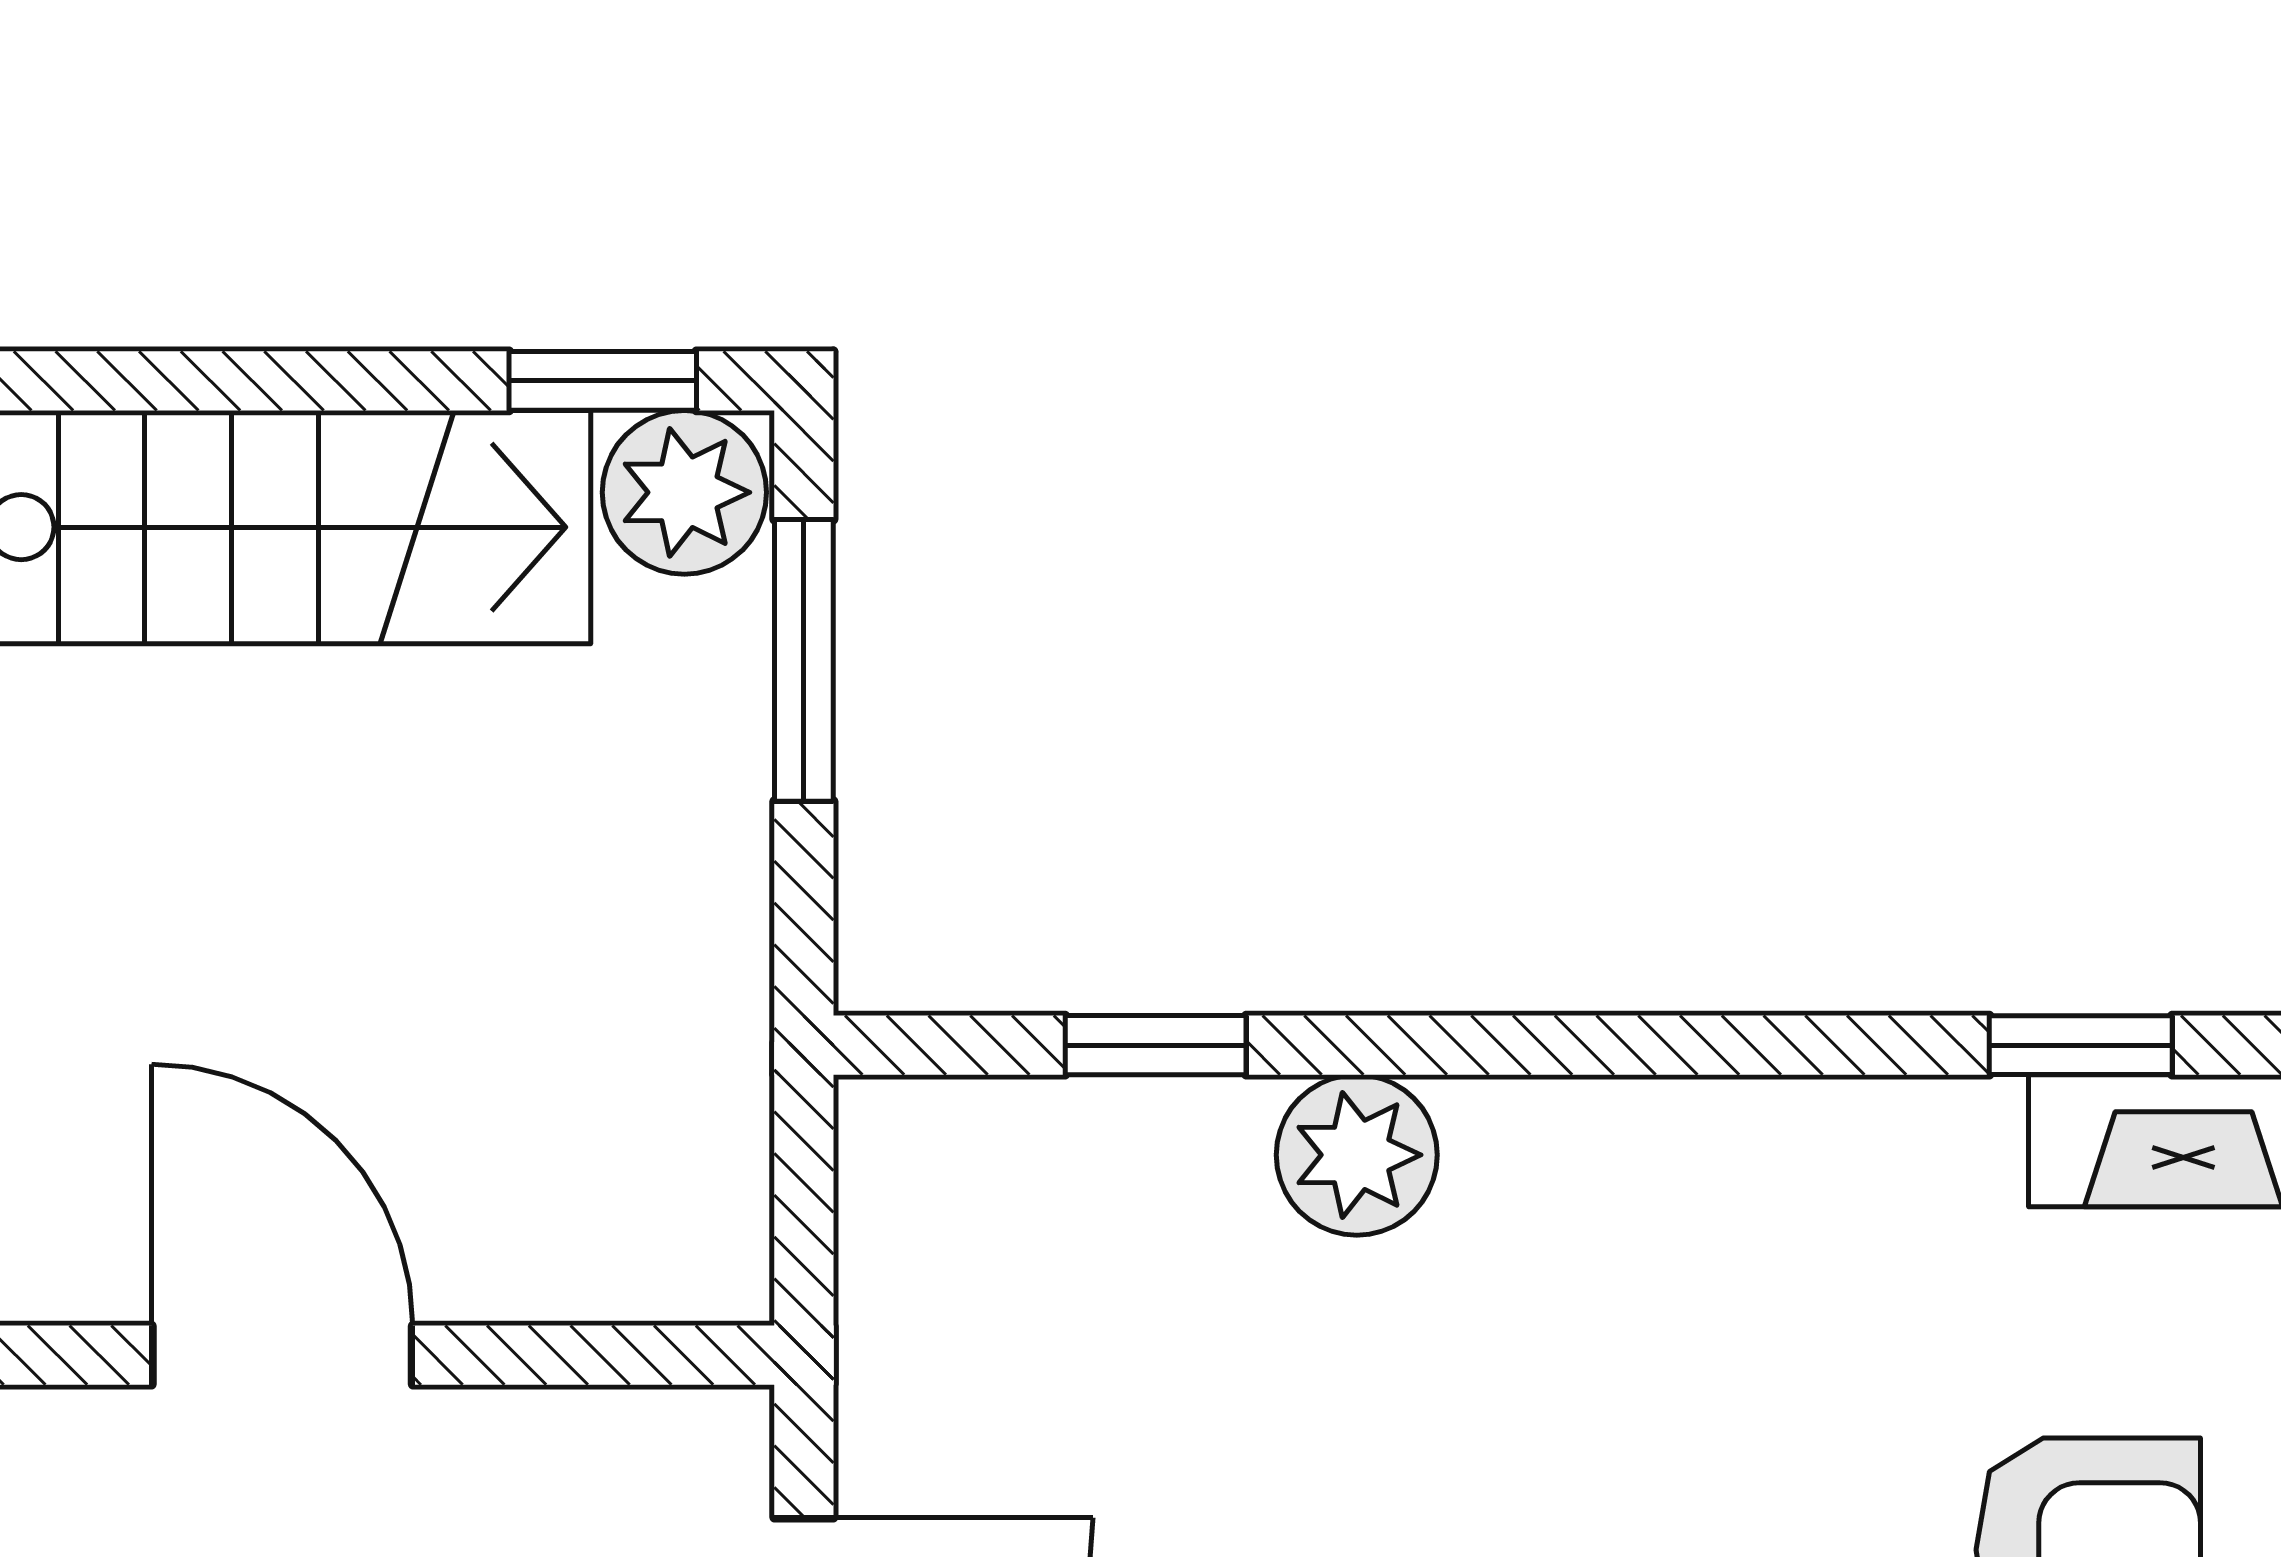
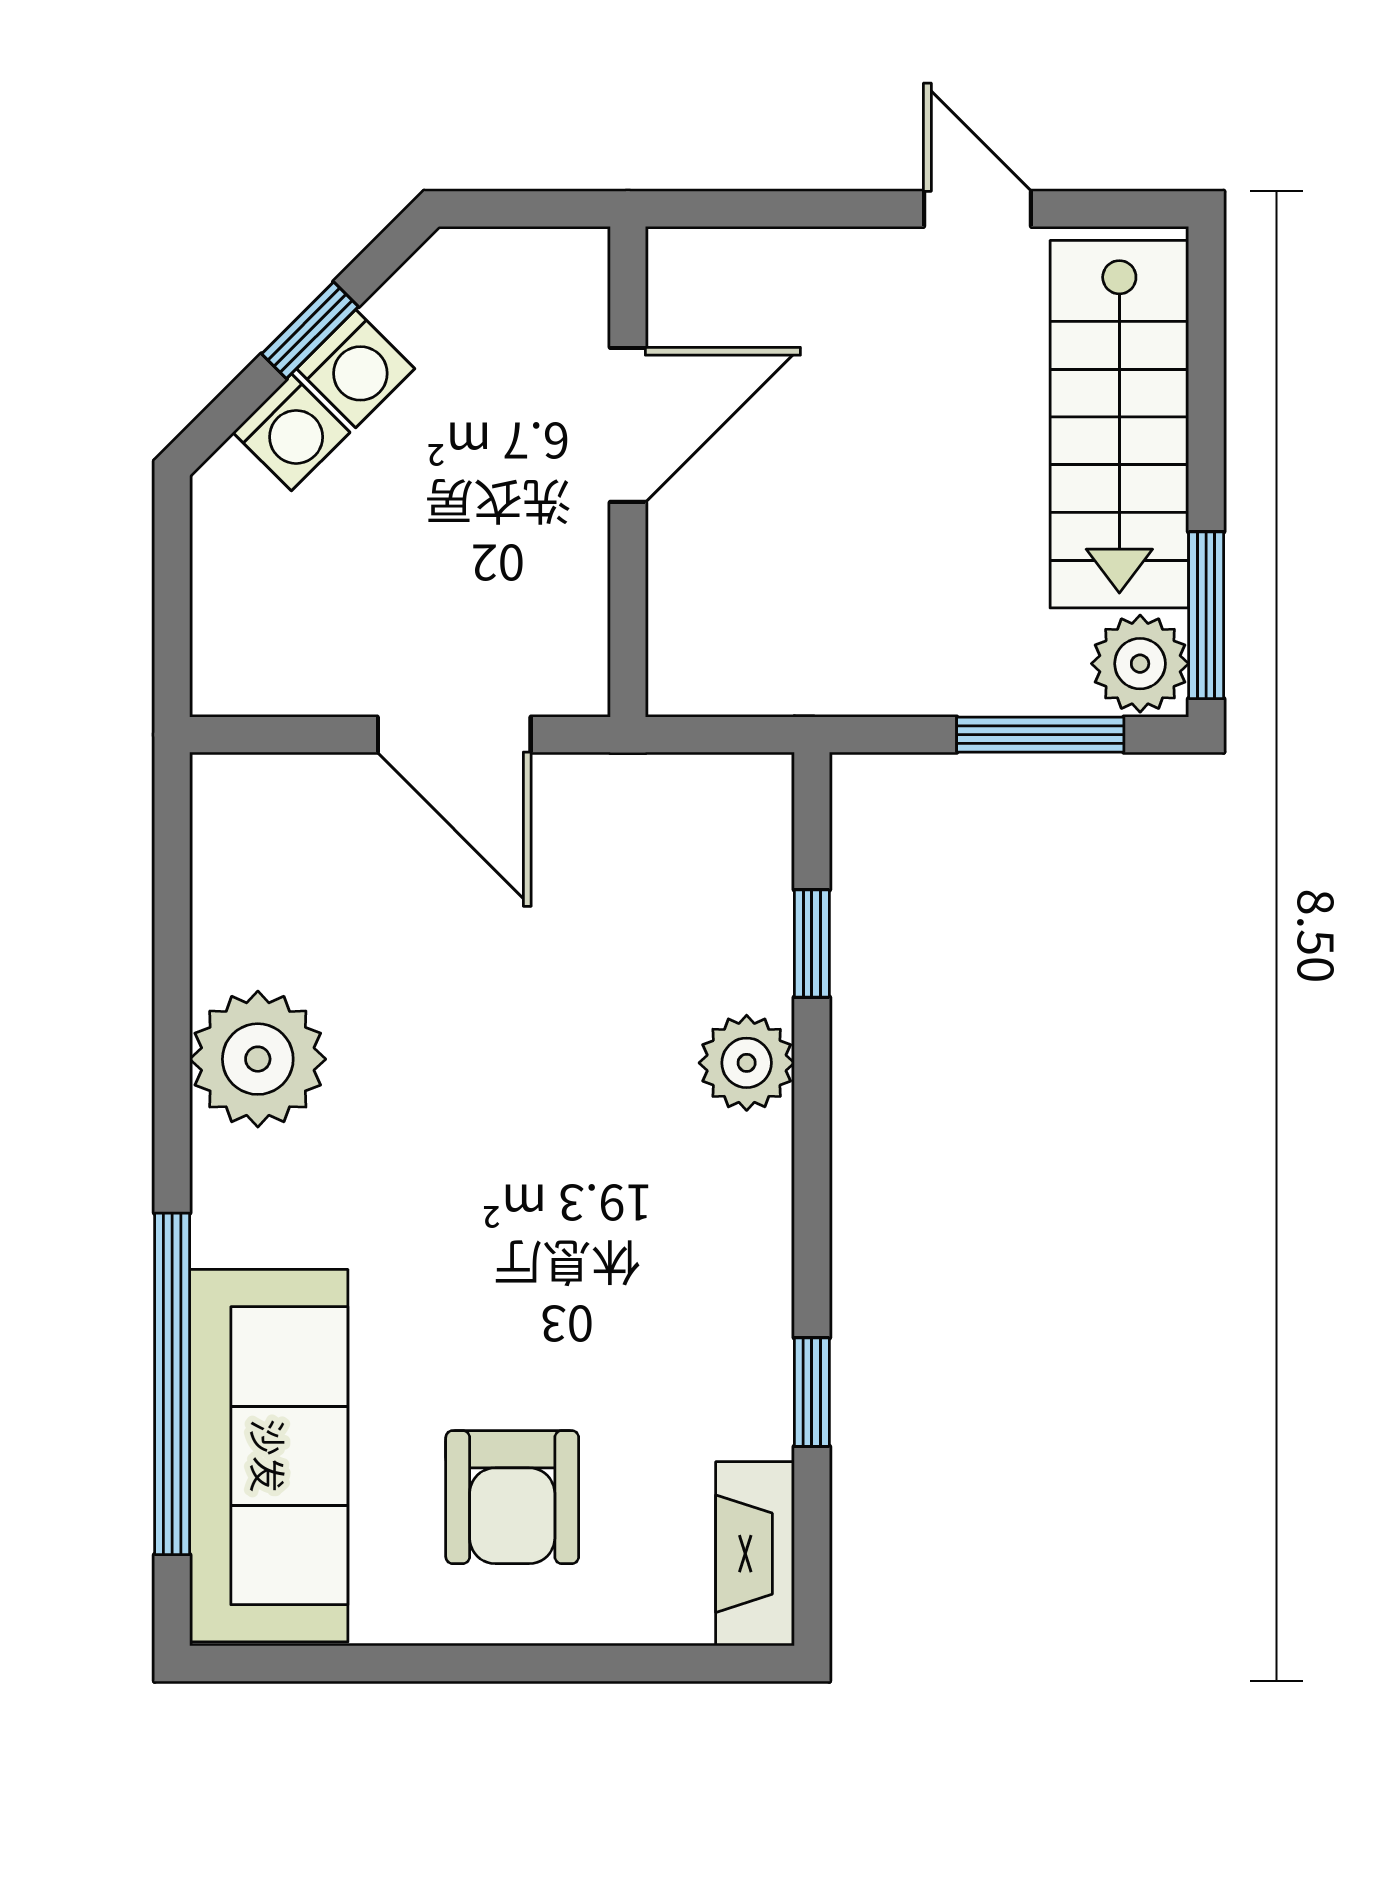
window: (603, 381) -> (1206, 615), width x1.50
window: (2081, 1045) -> (812, 1392), moved

